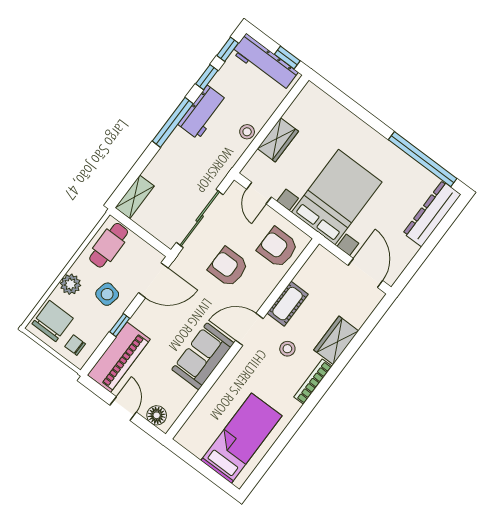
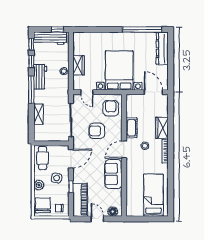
shelving: (135, 197) -> (38, 114), moved
armchair: (278, 248) -> (111, 108), turned 90

